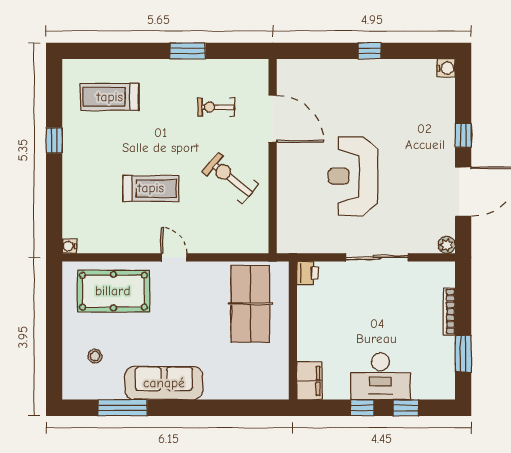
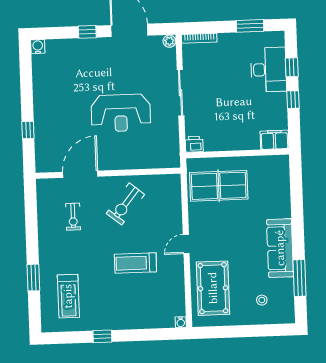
window: (188, 51) -> (33, 278), moved
window: (370, 51) -> (28, 130), moved
treadmill: (151, 188) -> (135, 263), turned -90
bookcase: (449, 311) -> (199, 38), moved
desk: (380, 376) -> (268, 70), moved

